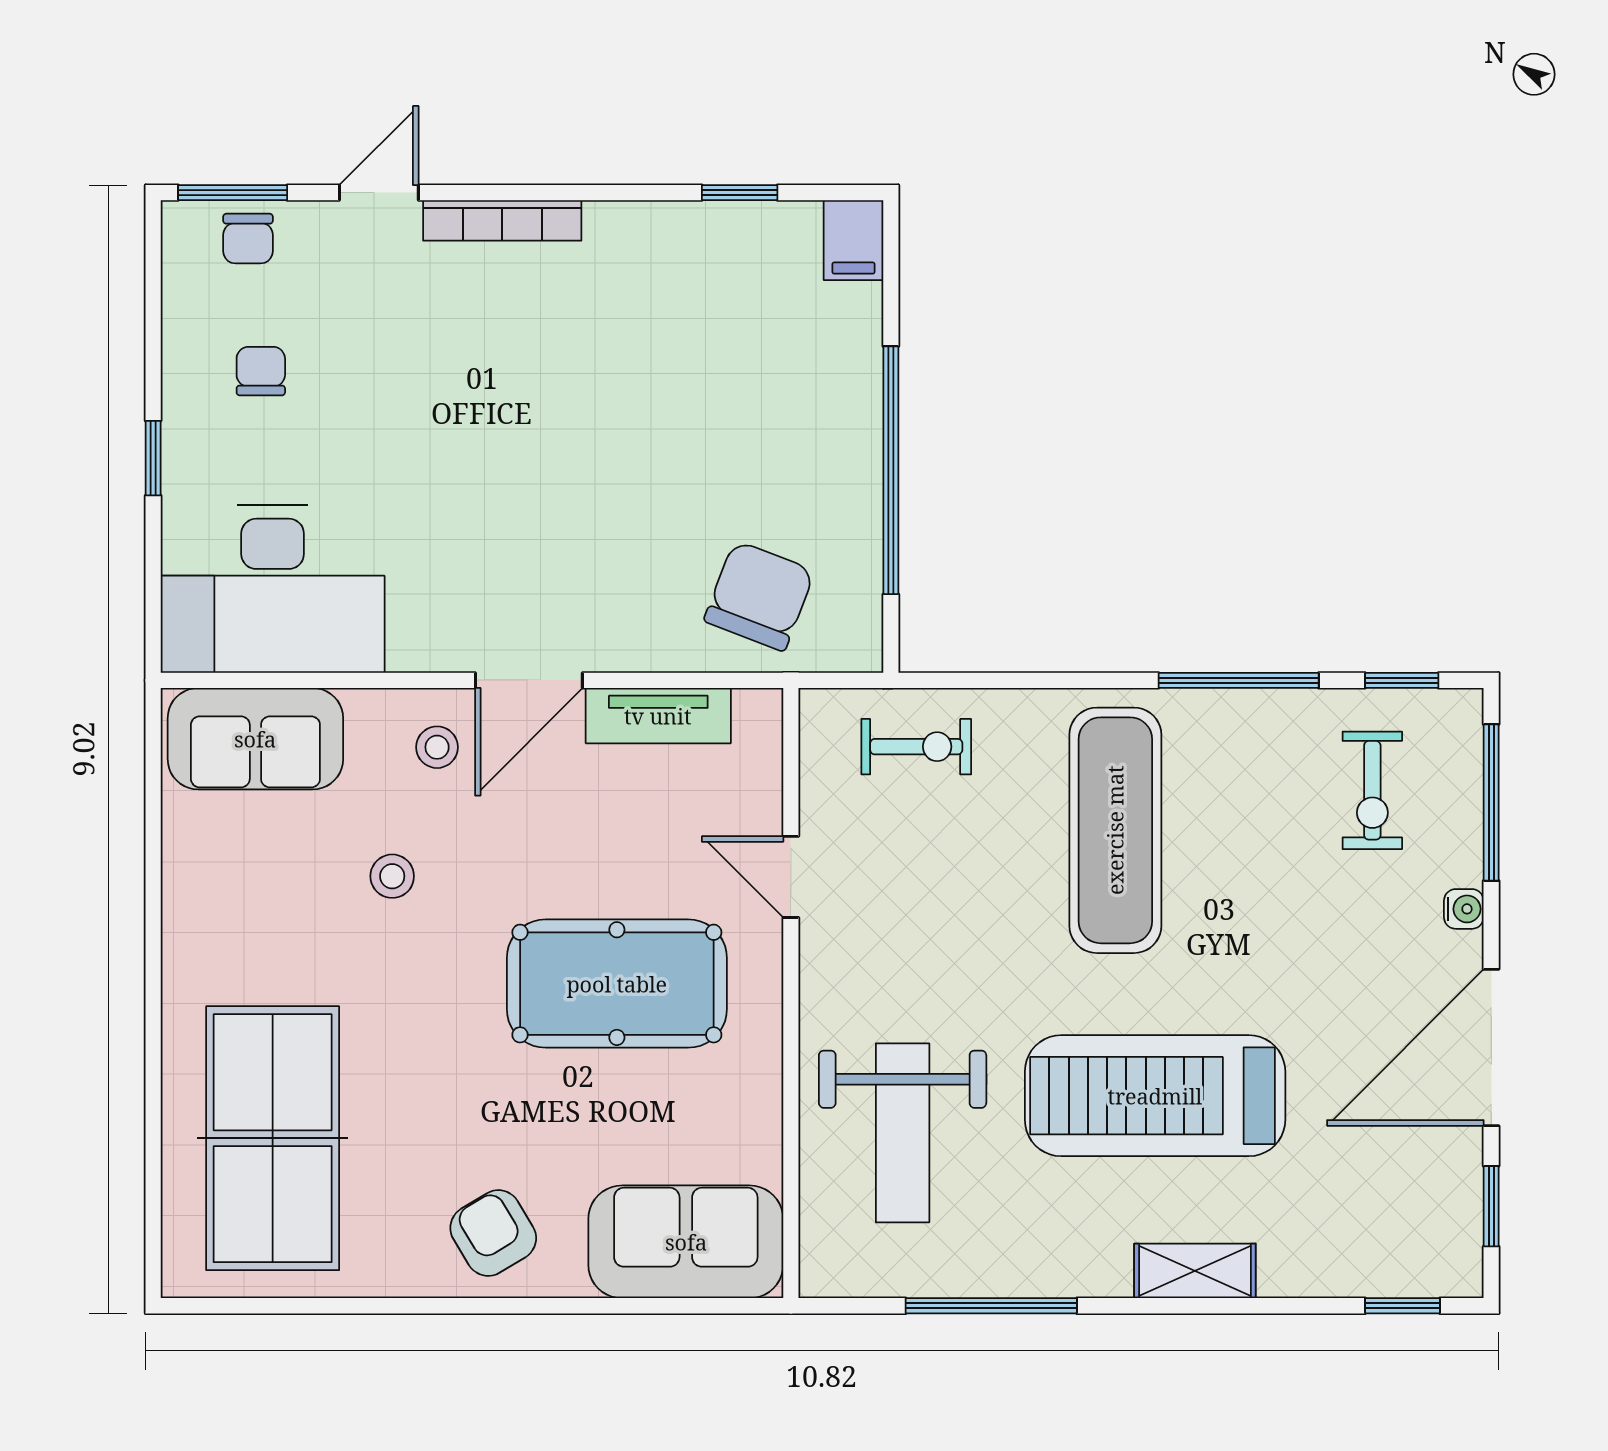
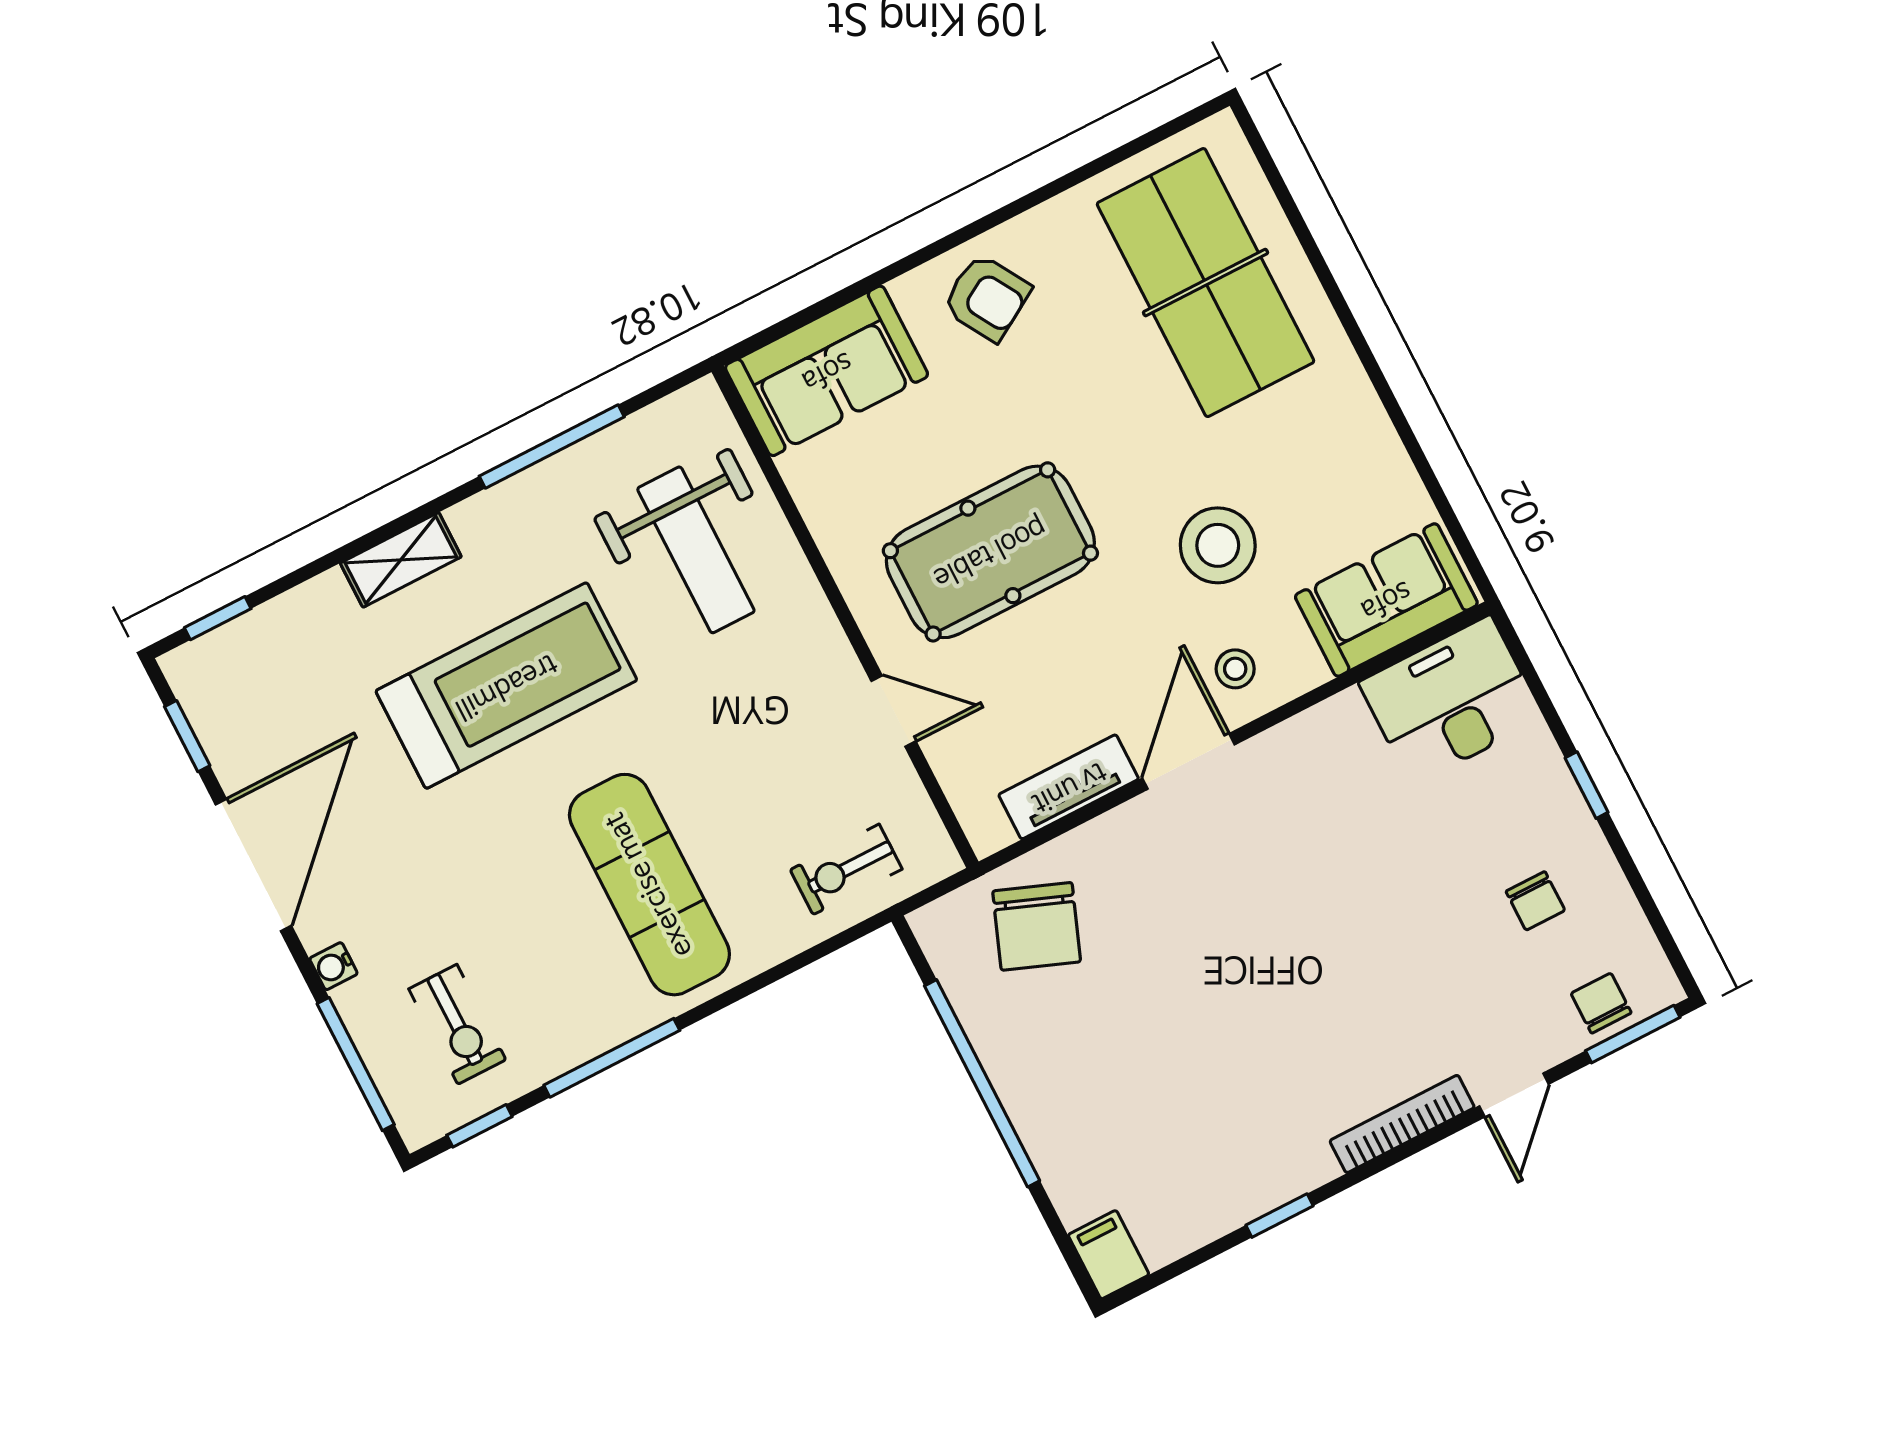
window: (740, 193) -> (1279, 1216), moved
desk: (273, 589) -> (1451, 700), width x0.73, depth x0.77
exercise bike: (1372, 790) -> (457, 1024), turned 180
stool: (392, 876) -> (1218, 545), width x1.89, depth x1.89
weight bench: (903, 1133) -> (696, 550), turned 180

